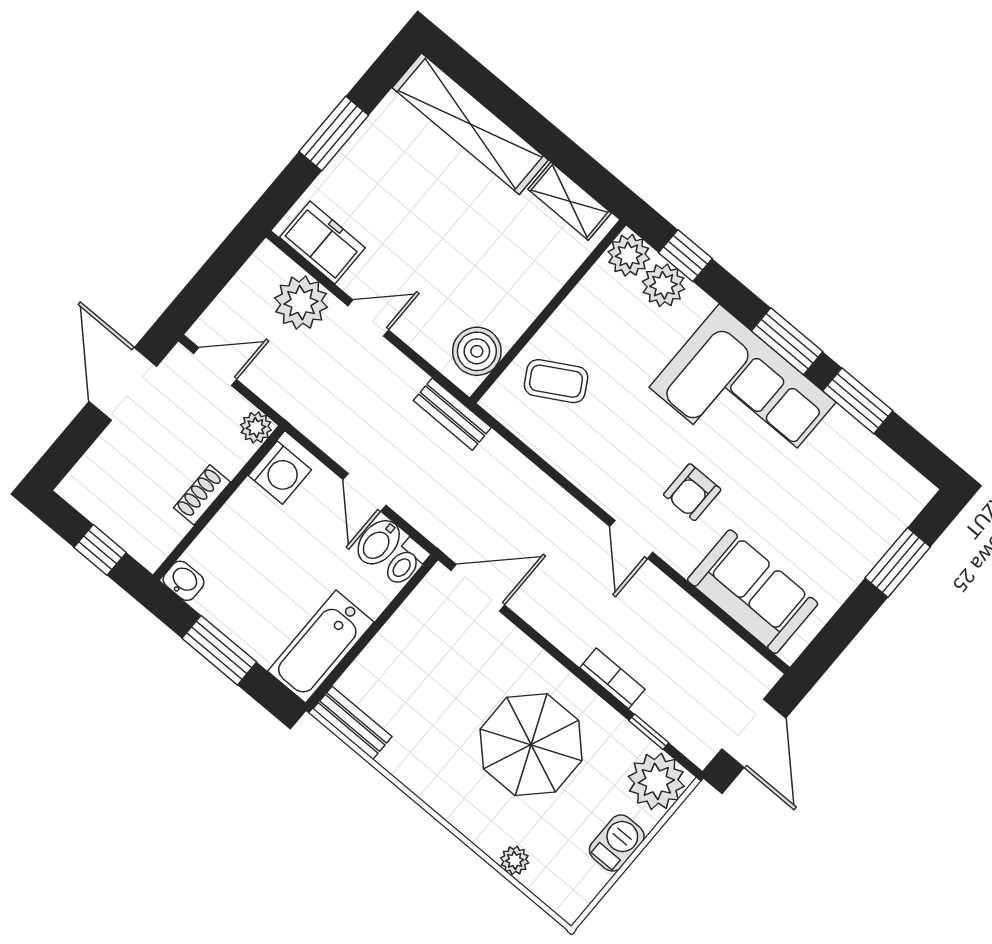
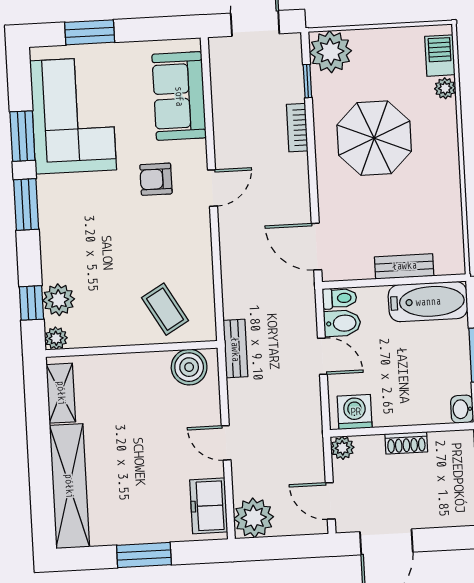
plant: (629, 255) -> (56, 338), width x0.73, depth x0.73
plant: (301, 303) -> (254, 518), moved
corner sofa: (742, 395) -> (73, 115), moved
door: (364, 492) -> (322, 356), hinge flipped
armchair: (692, 492) -> (156, 179), turned 180
bench: (352, 723) -> (404, 266), moved, turned 90
barbecue: (617, 843) -> (440, 56), moved, turned 90

